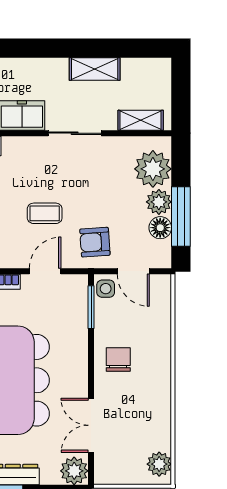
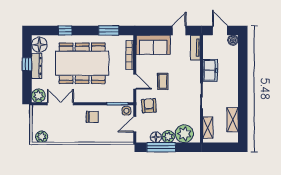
shelving: (95, 69) -> (233, 120), moved

